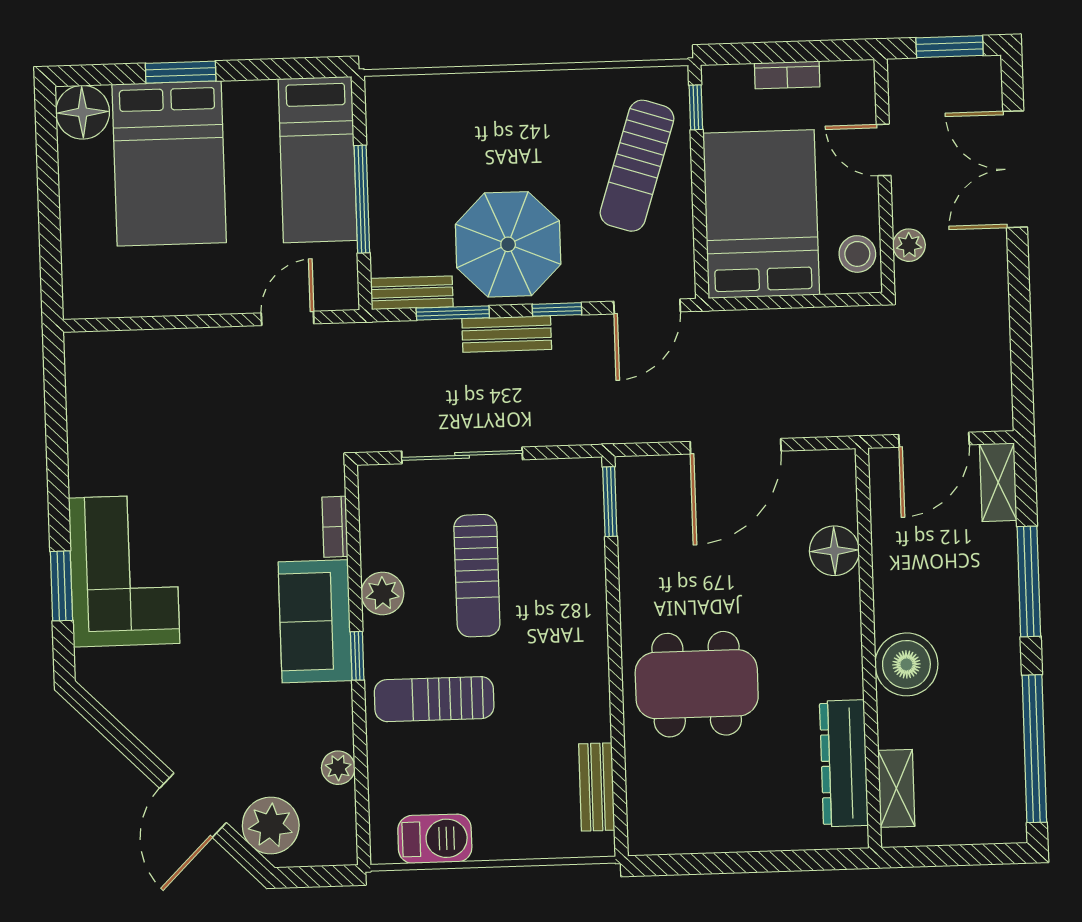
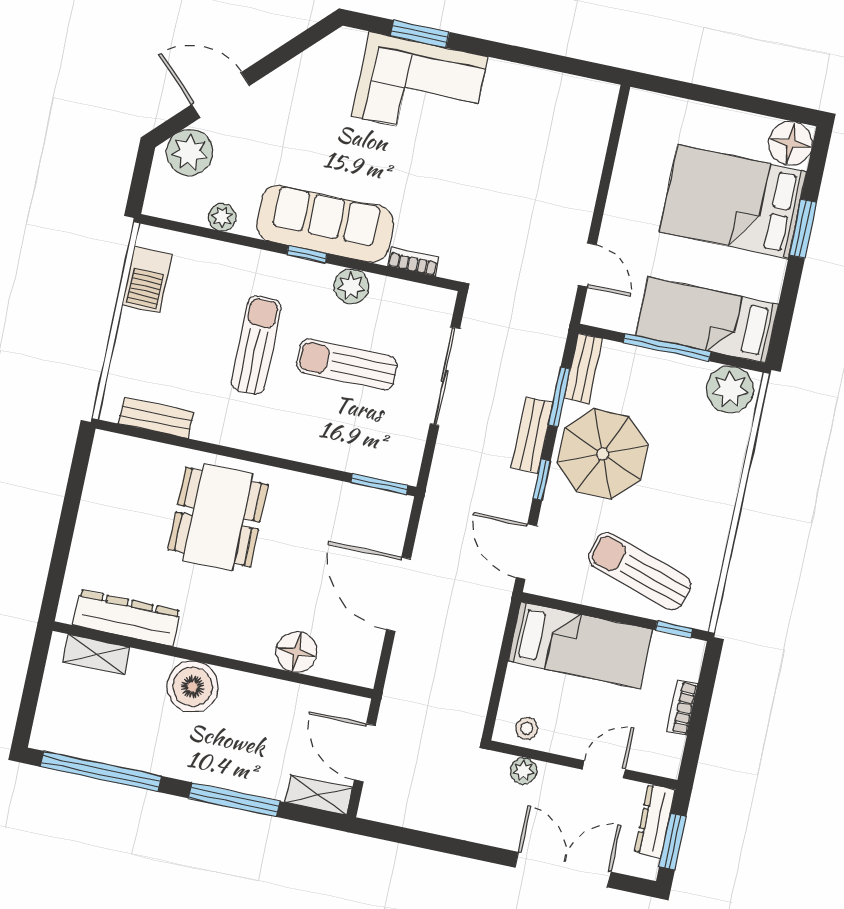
dresser: (930, 74) -> (655, 821), added
plant: (394, 112) -> (730, 389), added
bed: (761, 214) -> (580, 645), width x0.67
stool: (857, 254) -> (527, 728), width x0.73, depth x0.73
sofa: (315, 621) -> (325, 224), width x1.36
sun lounger: (434, 699) -> (256, 345), moved

